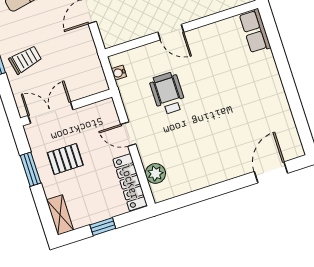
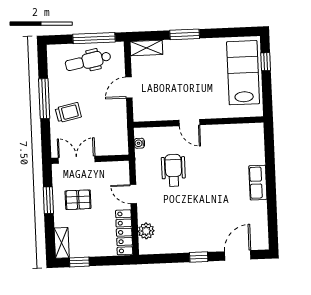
row of seats: (255, 31) -> (258, 183), moved
window: (226, 187) -> (199, 257), added
window: (103, 227) -> (79, 262), moved

